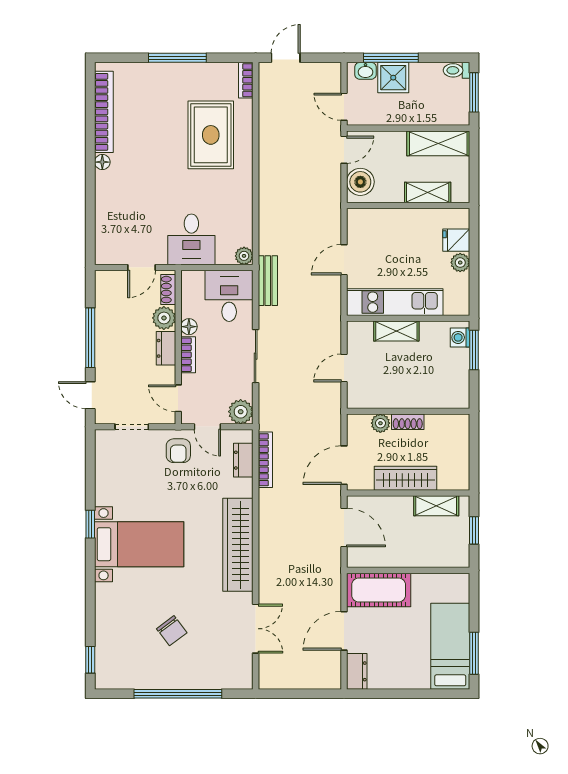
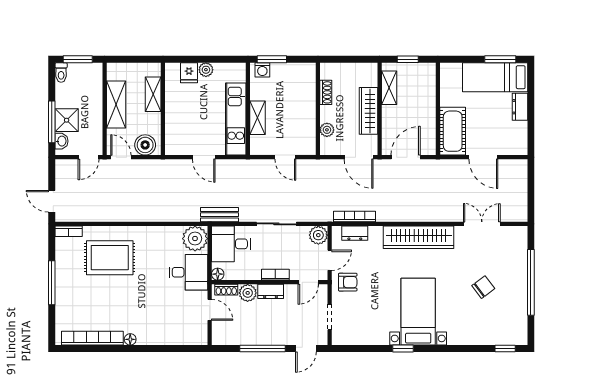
shelving: (438, 143) -> (116, 104), moved
plant: (244, 256) -> (195, 239), width x1.88, depth x1.88
floor lamp: (189, 327) -> (218, 274), moved
shoe rack: (408, 422) -> (326, 92), moved
dresser: (357, 671) -> (520, 107), moved, turned -90

